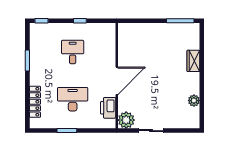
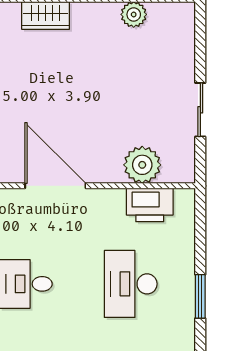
door: (117, 81) -> (55, 186), moved
plant: (126, 120) -> (142, 165), moved

